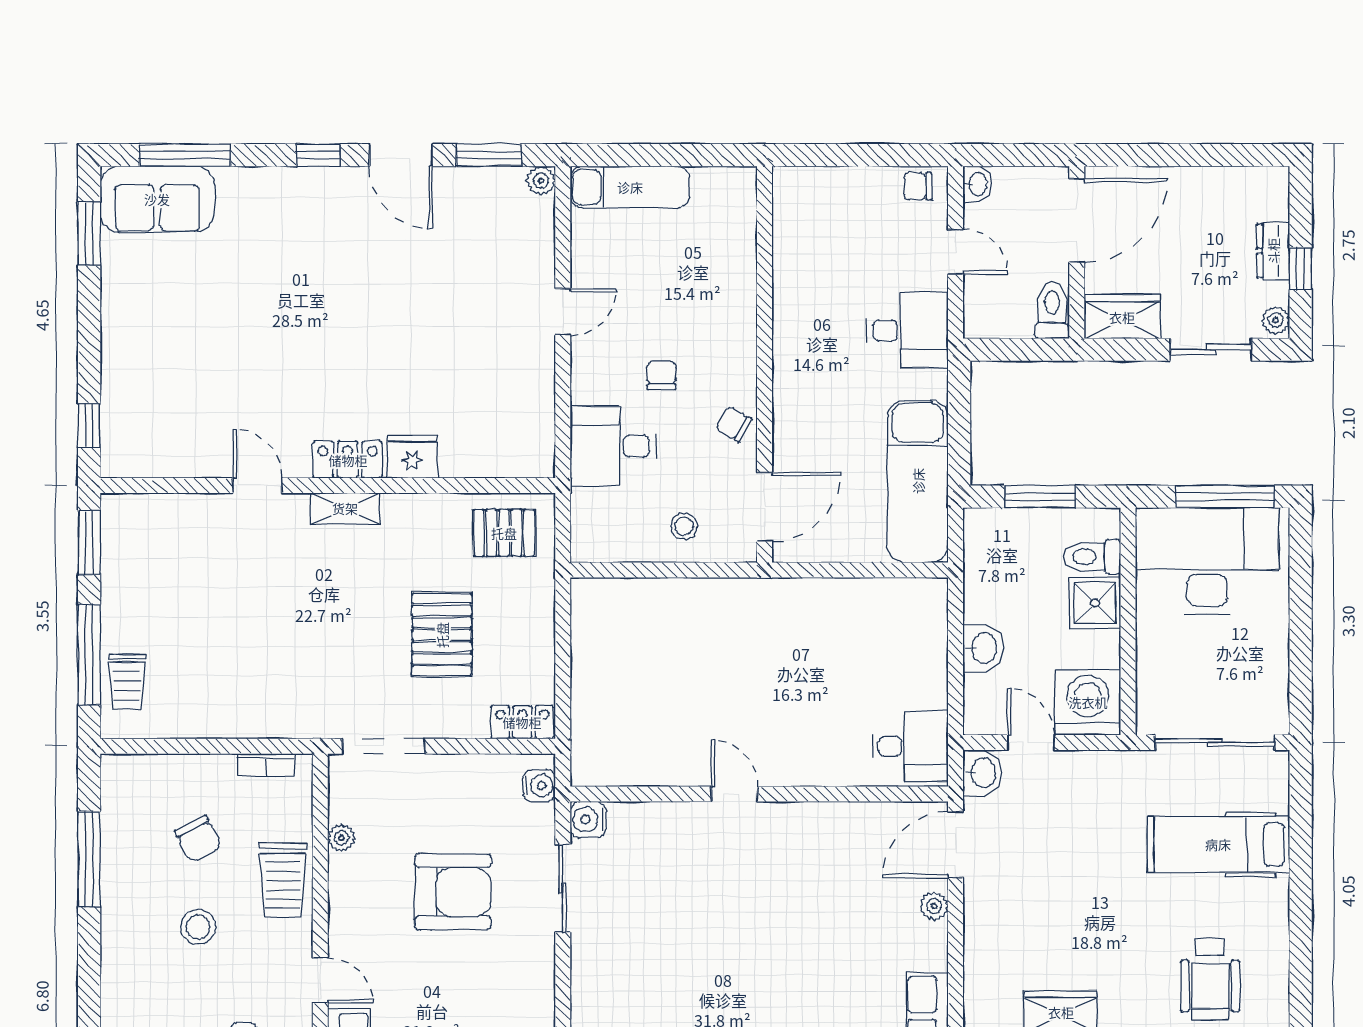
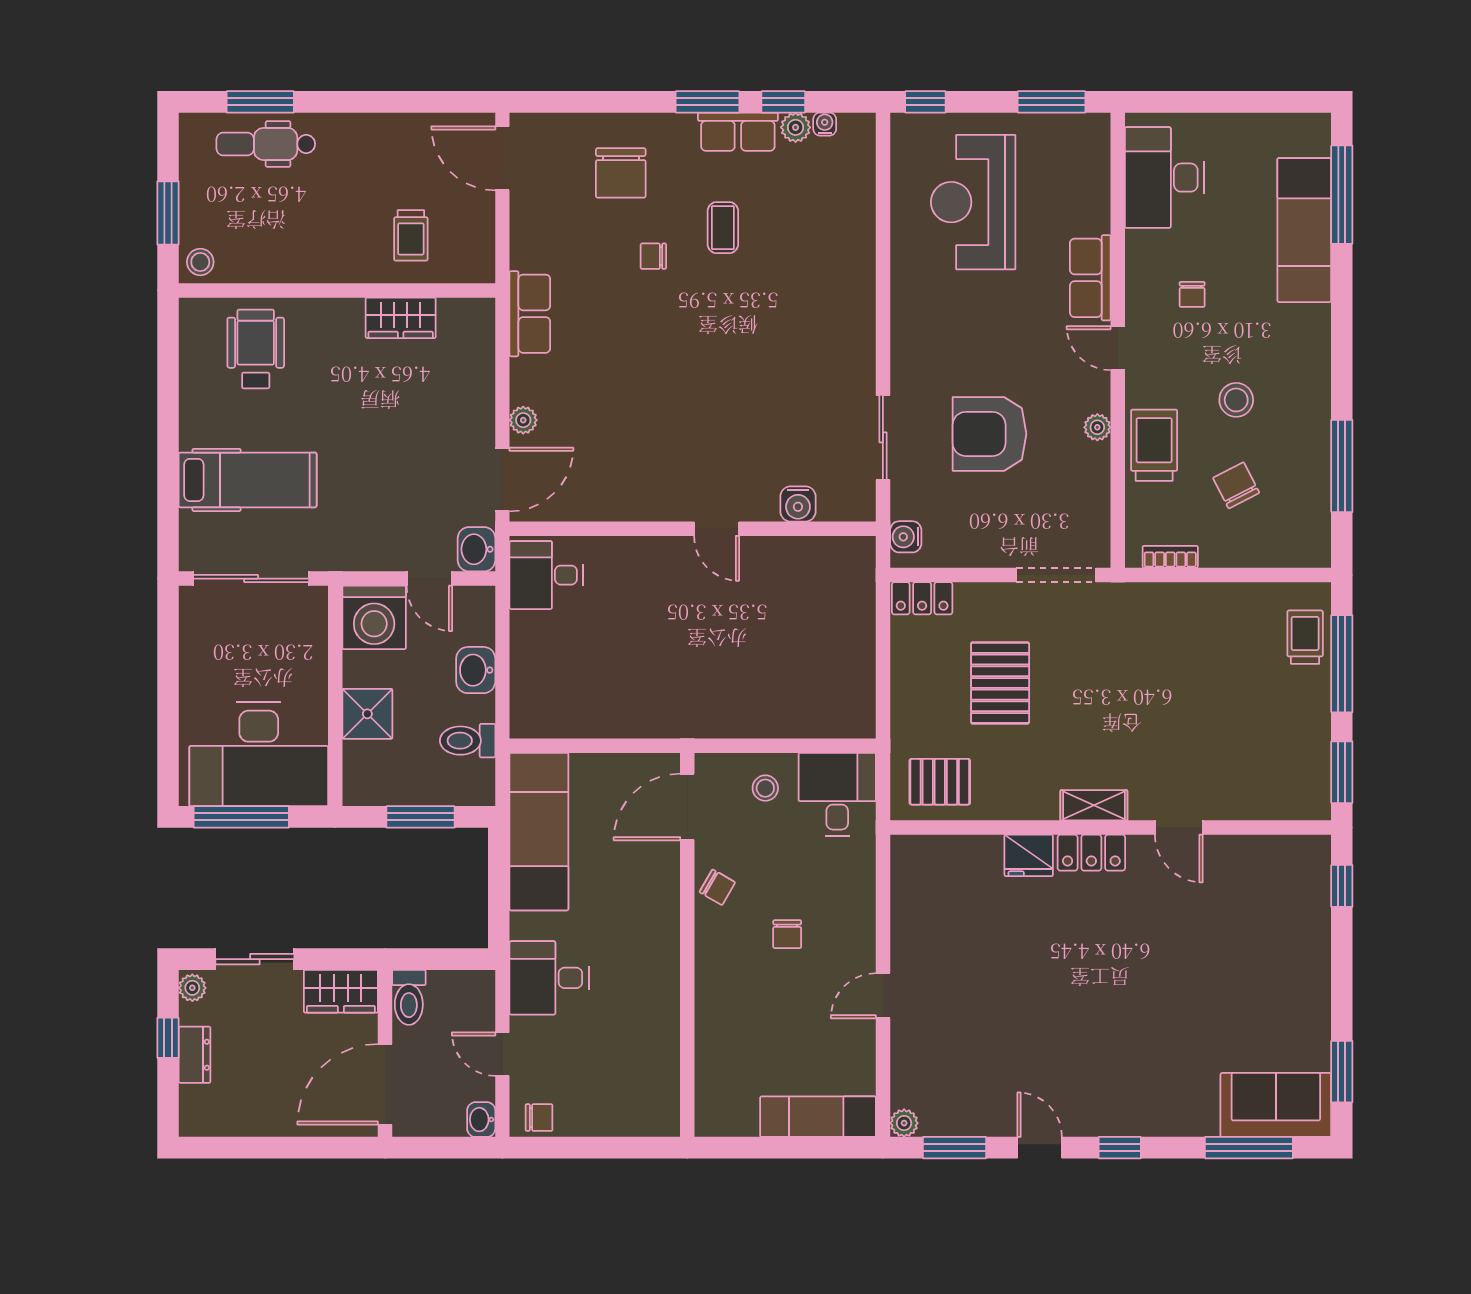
door: (401, 155) -> (1040, 1148), width x0.73
desk: (613, 446) -> (837, 795), moved, turned -90
toilet: (1092, 557) -> (468, 741), moved, turned 180
water cooler: (588, 820) -> (798, 504), moved, turned 90
plant: (341, 838) -> (1097, 427), moved

